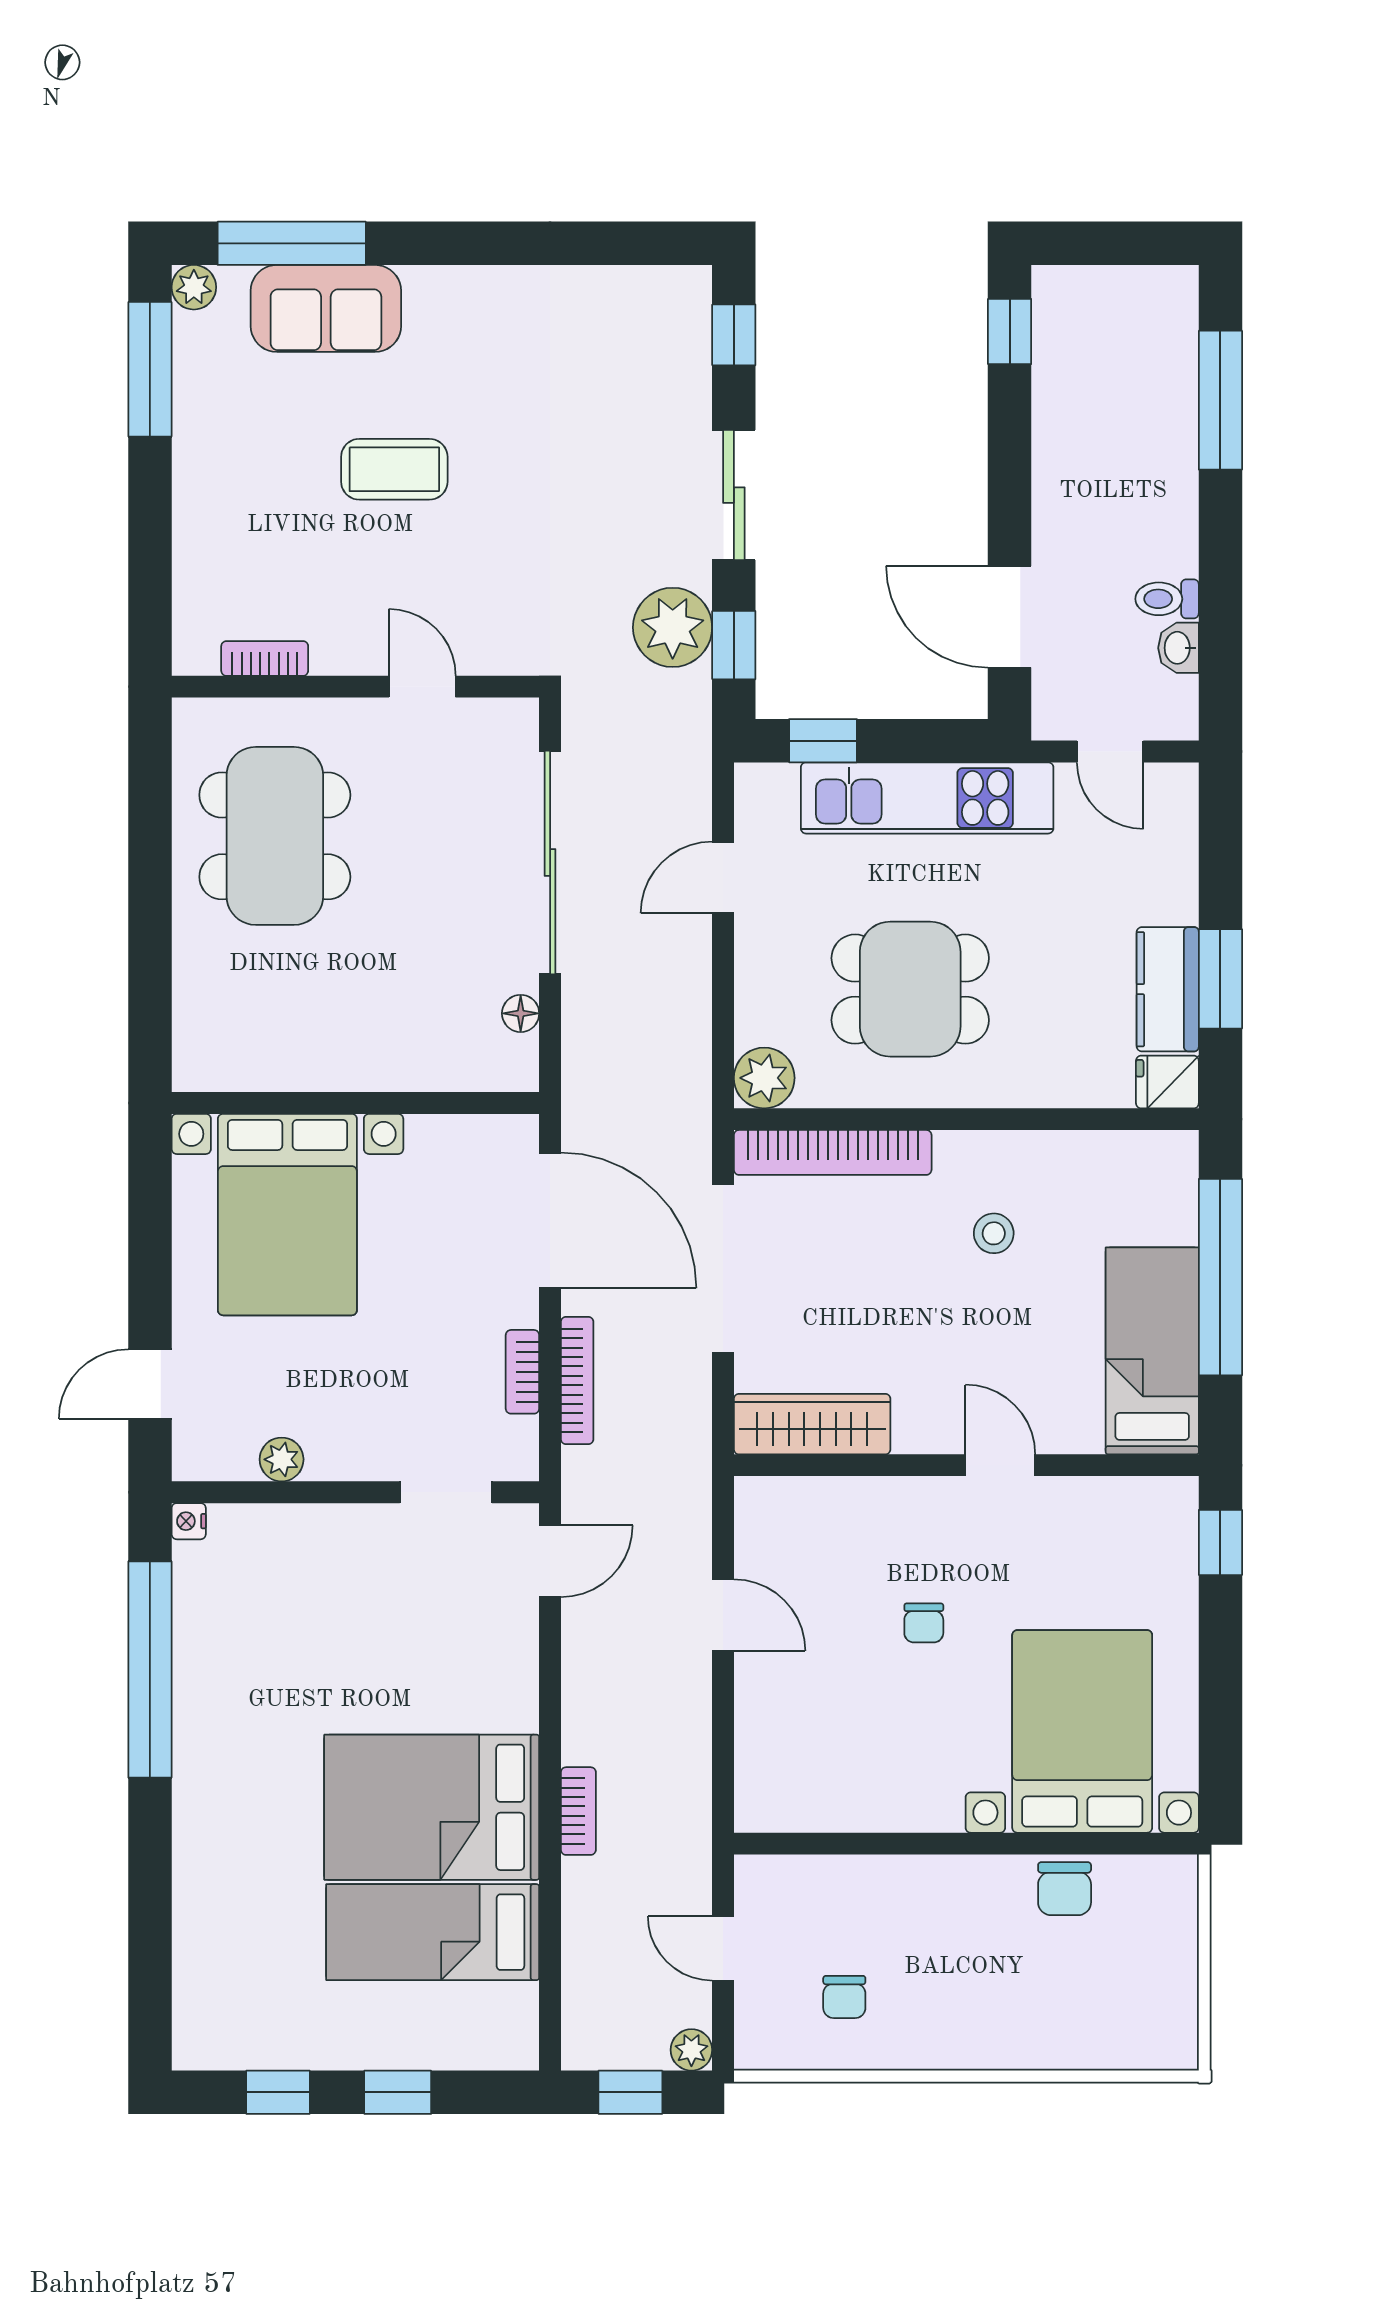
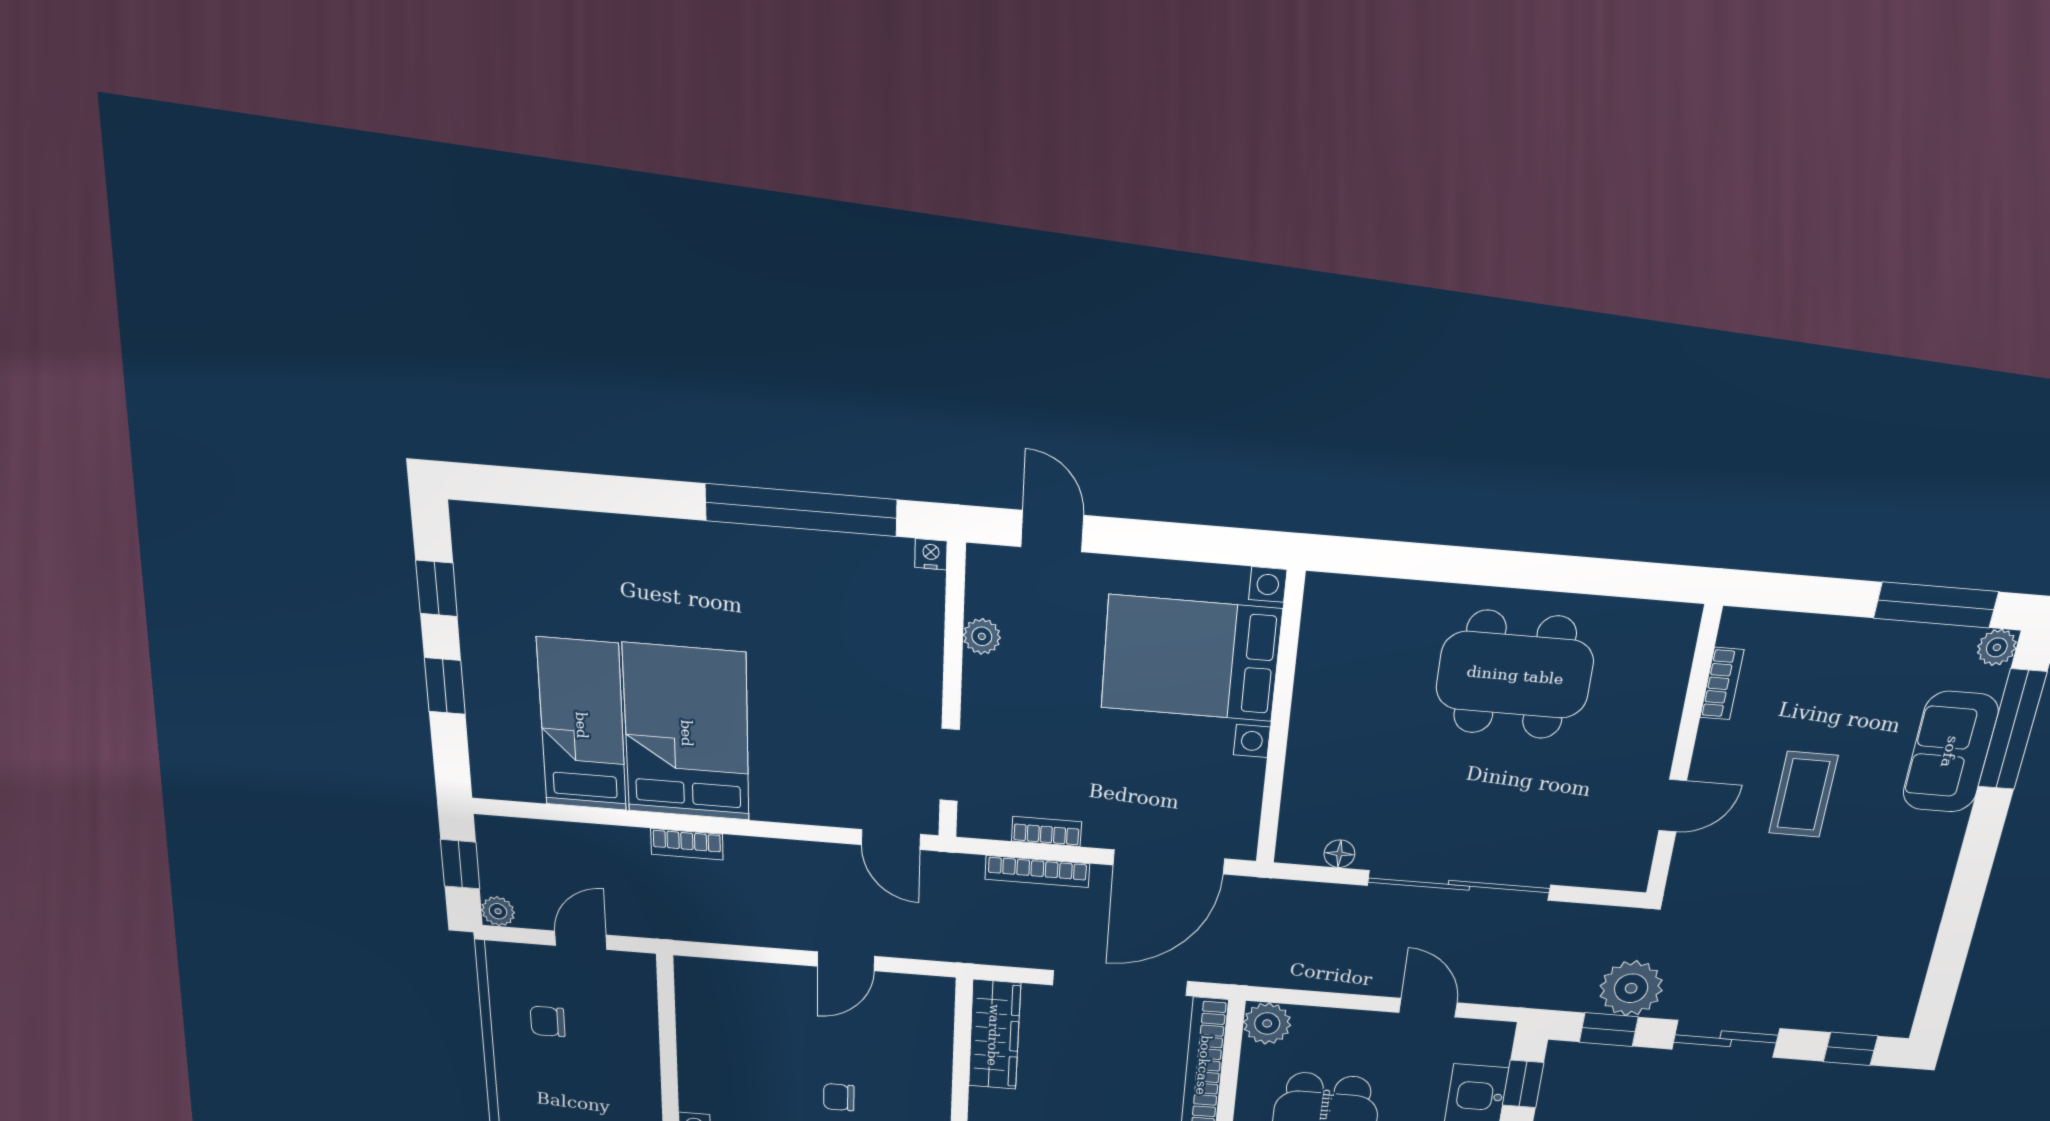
bookcase: (265, 658) -> (1722, 684), moved
wall: (355, 687) -> (1683, 754), moved
door: (422, 687) -> (1673, 806), moved

